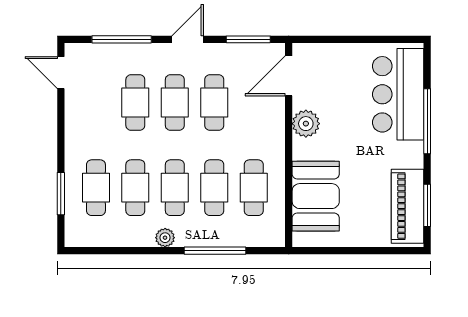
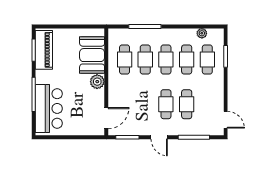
door: (188, 39) -> (159, 137), hinge flipped
cafe table: (214, 102) -> (145, 104), removed
plant: (306, 124) -> (97, 82), moved
plant: (165, 238) -> (202, 33), moved

